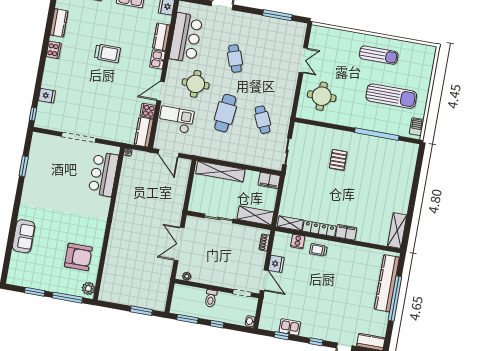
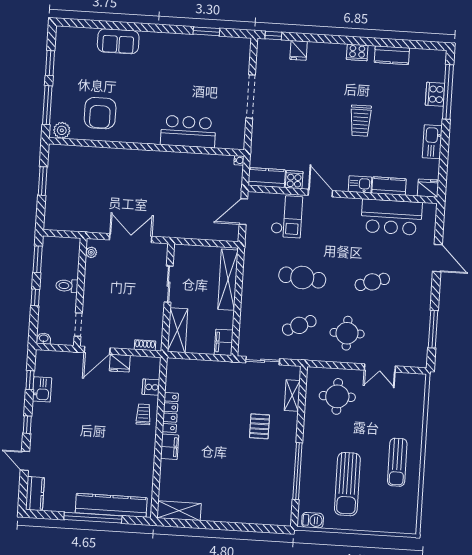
round table: (196, 84) -> (347, 333), moved
pallet: (338, 160) -> (259, 426), turned 90
bar counter: (103, 174) -> (188, 132), moved
shelving: (290, 223) -> (292, 395), moved
window: (141, 311) -> (43, 181), moved

